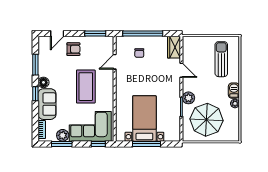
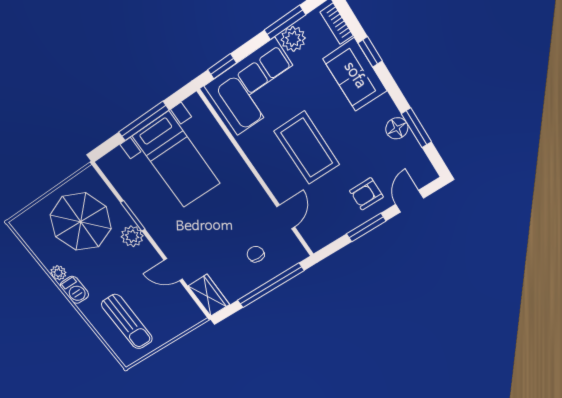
window: (95, 33) -> (366, 227), moved
floor lamp: (43, 82) -> (397, 128), moved
window: (35, 94) -> (370, 52), moved

